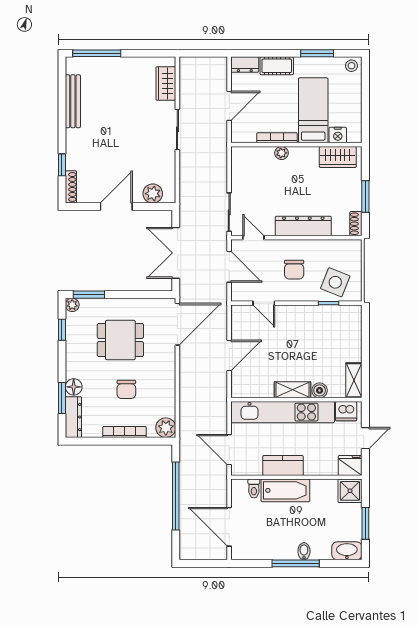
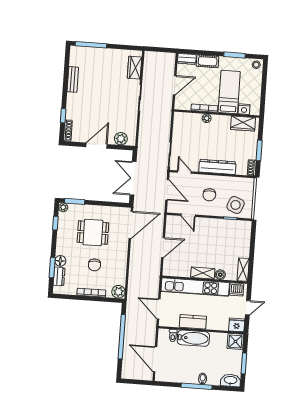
bench: (73, 101) -> (73, 79), width x0.73
dresser: (73, 417) -> (59, 276), width x0.70

